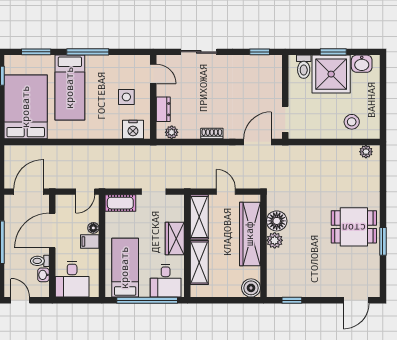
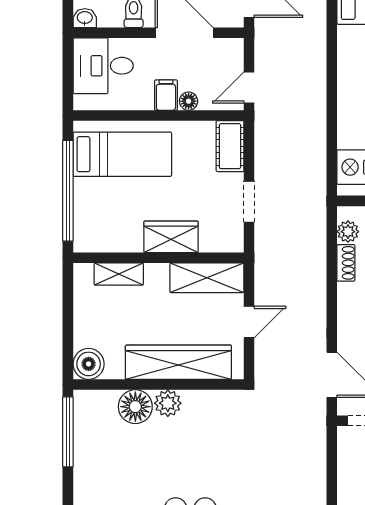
shoe rack: (212, 133) -> (346, 263), moved
door: (85, 192) -> (249, 88), hinge flipped
floor lamp: (277, 221) -> (135, 407), moved
shelving: (199, 262) -> (119, 274), width x0.67, depth x0.75
washbasin: (43, 275) -> (85, 18), moved
desk: (166, 281) -> (101, 222), removed
window: (292, 300) -> (68, 432), width x2.17

